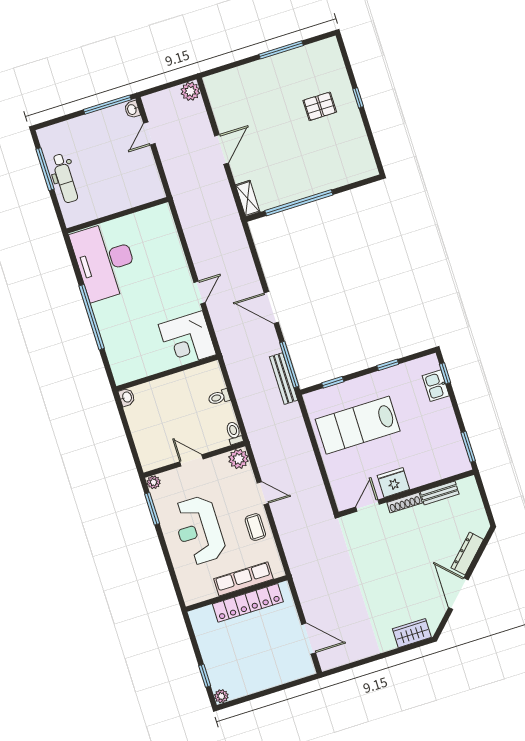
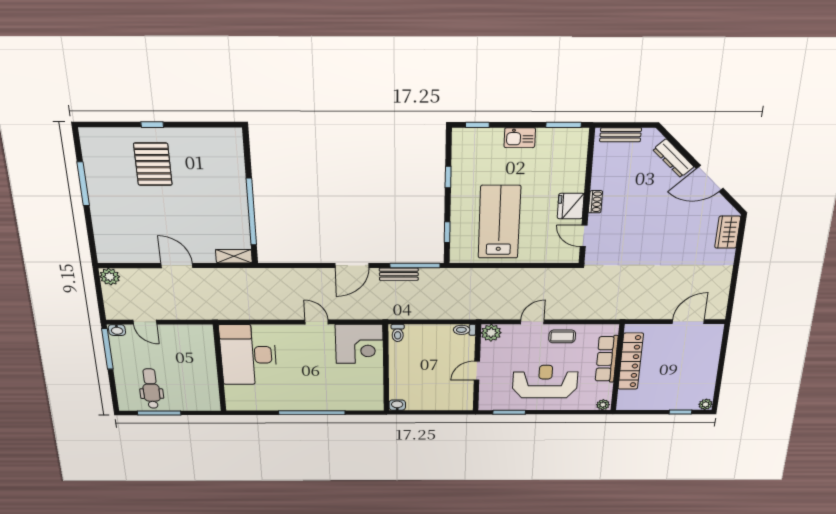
pallet: (320, 106) -> (153, 164), width x1.50, depth x1.42
dental chair: (65, 178) -> (151, 389), moved, turned -90
desk: (105, 261) -> (248, 355), moved, turned 90
bench: (284, 379) -> (399, 274), moved, width x0.73
kitchen sink: (436, 386) -> (520, 138), moved
toilet: (219, 397) -> (398, 333), moved
lab bench: (358, 425) -> (499, 222), turned 180
plant: (154, 482) -> (603, 405), moved
bench: (440, 493) -> (621, 135), moved, turned 90
shoe rack: (405, 503) -> (595, 202), width x0.70
reception desk: (199, 530) -> (545, 382), turned 180

